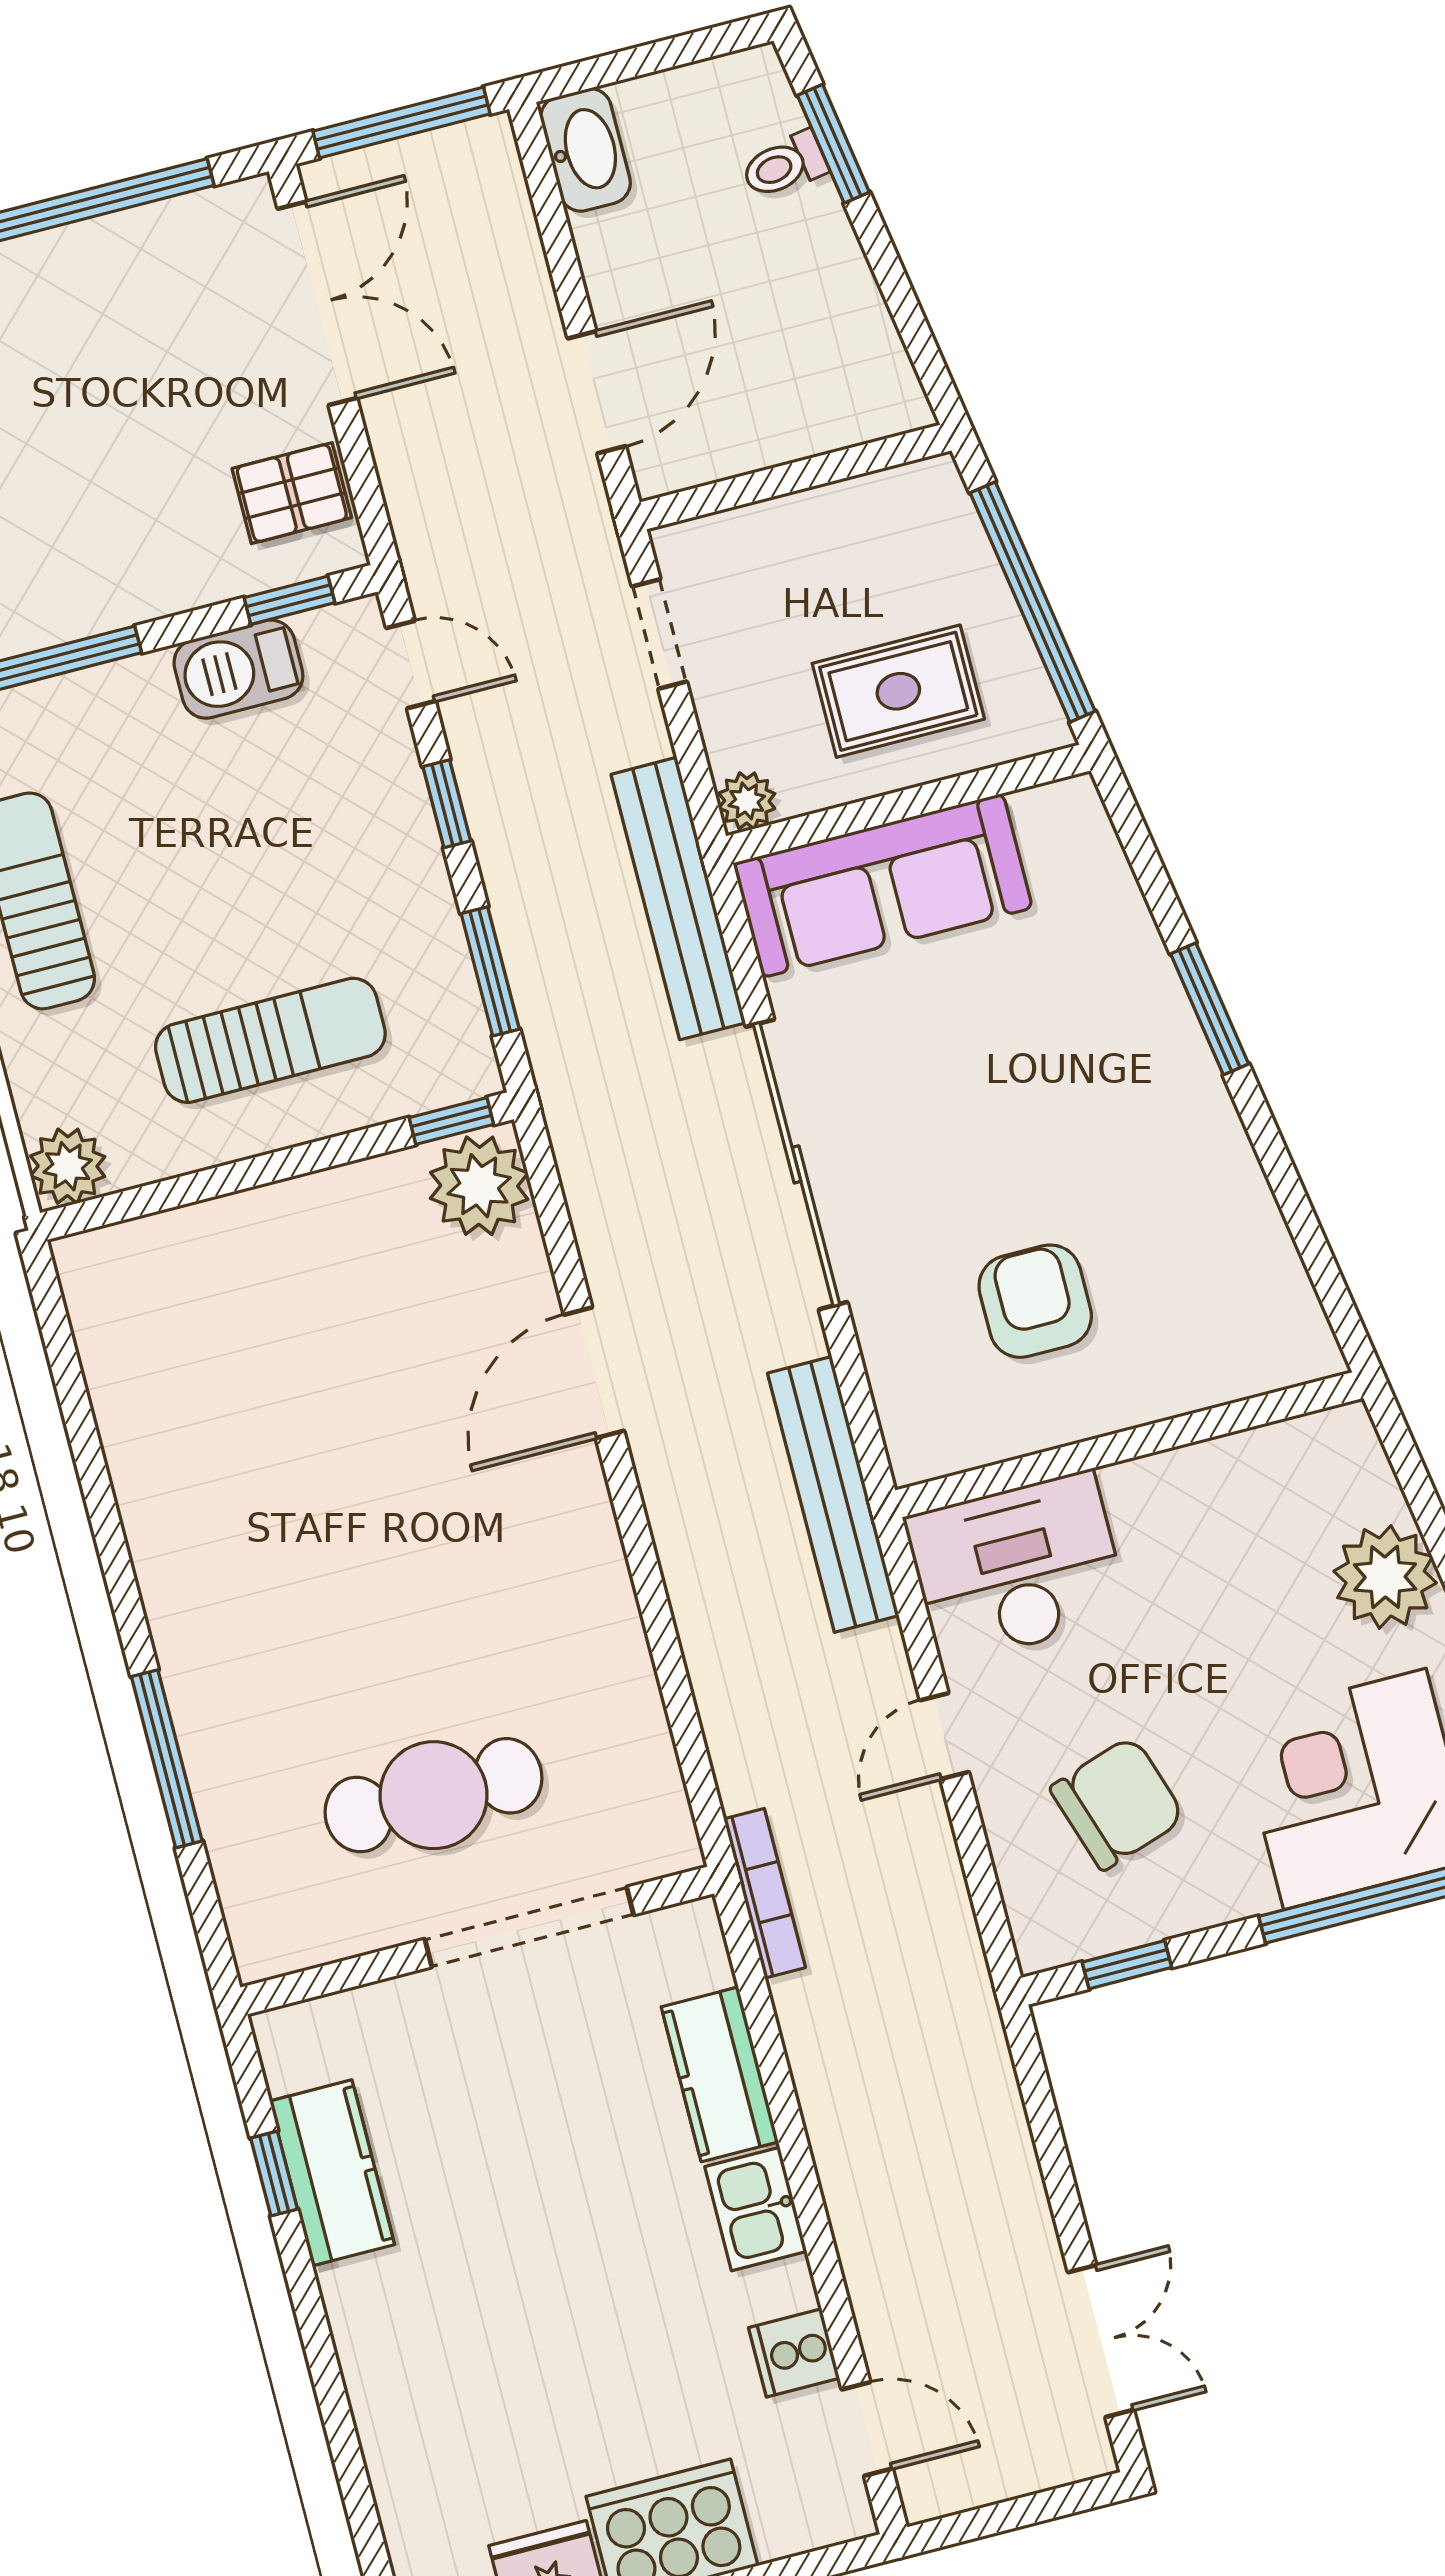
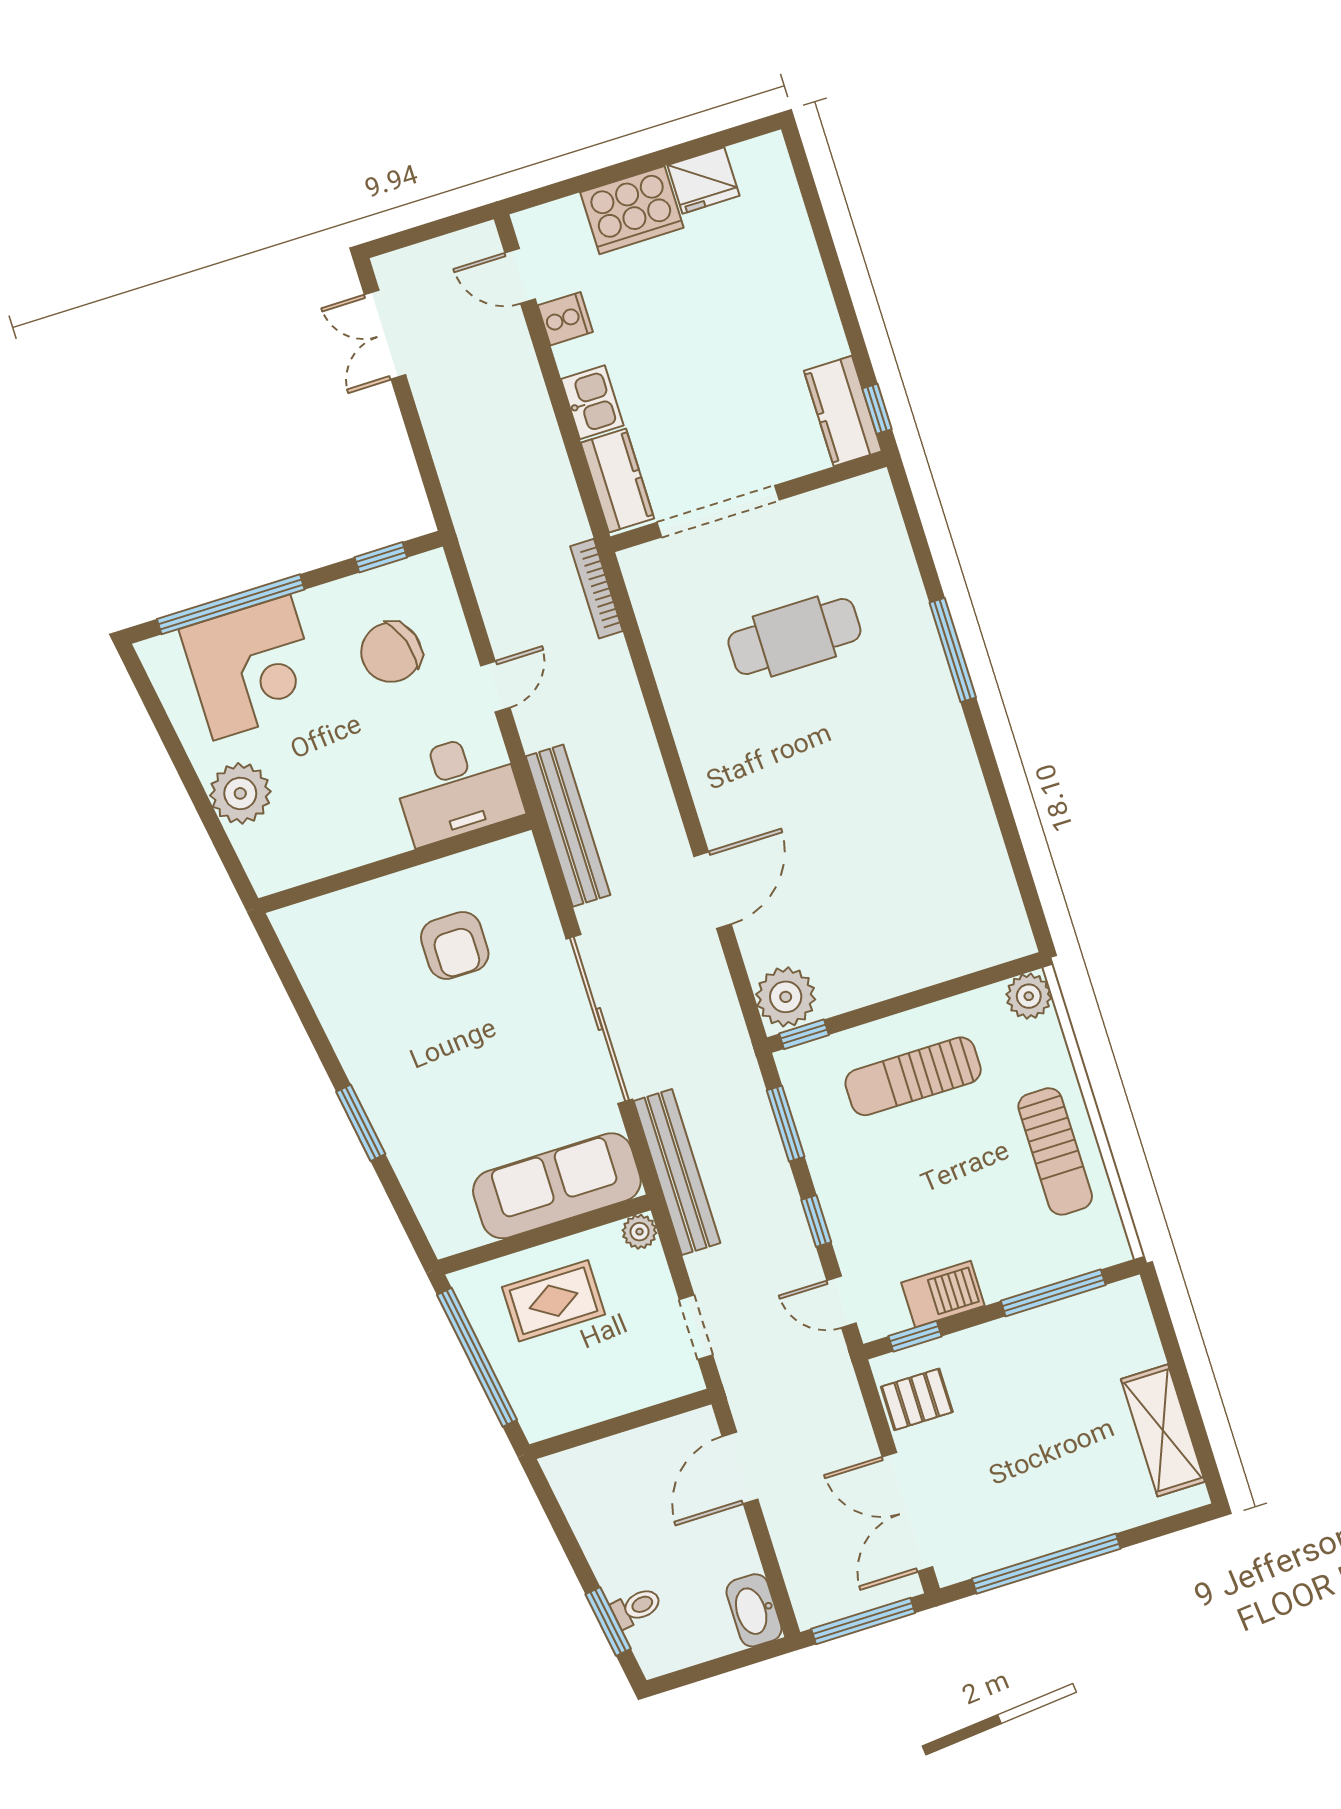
doorway: (529, 1927) -> (718, 511), moved
wall: (477, 1940) -> (748, 502), moved

